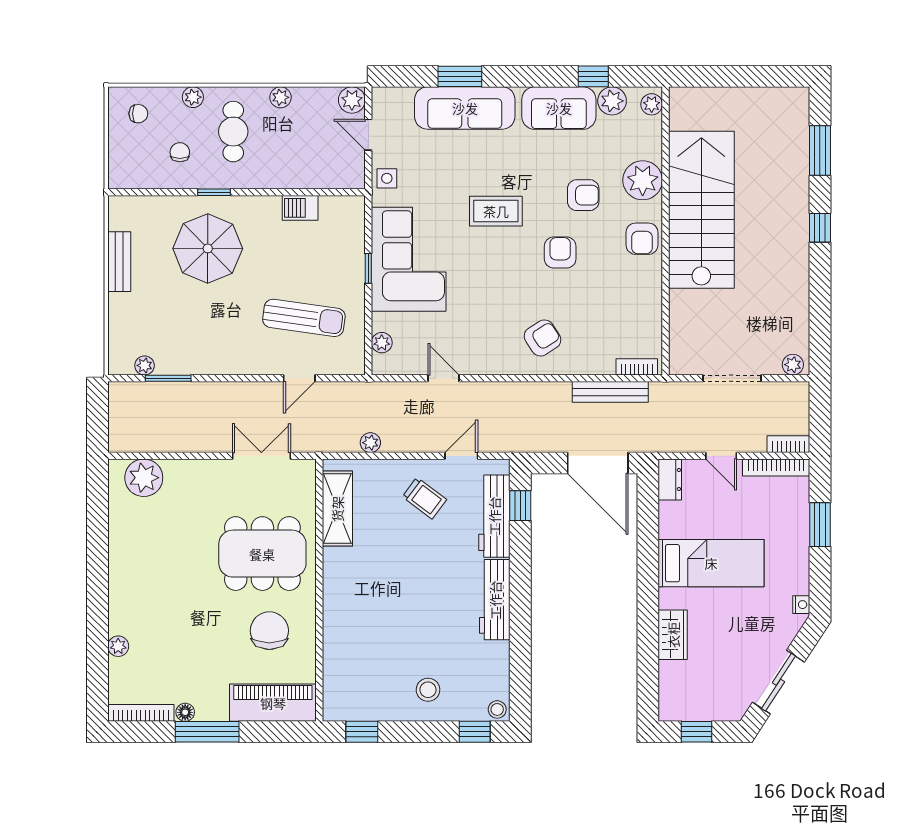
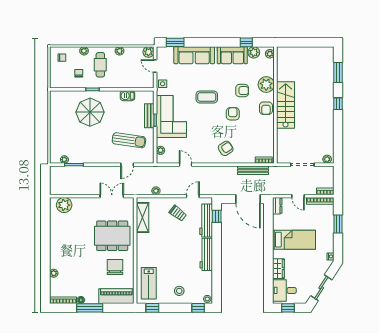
window: (460, 76) -> (175, 42), moved
stairs: (701, 210) -> (286, 105), width x0.73, depth x0.66
bench: (119, 262) -> (149, 116), moved
lab bench: (353, 671) -> (149, 283), added
desk: (687, 689) -> (284, 290), added

